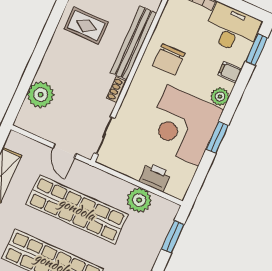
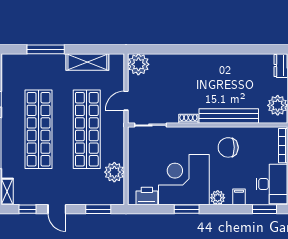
rug: (86, 26) -> (226, 75), removed
plant: (41, 95) -> (138, 64), moved
printer: (155, 177) -> (147, 196), moved, turned -90

